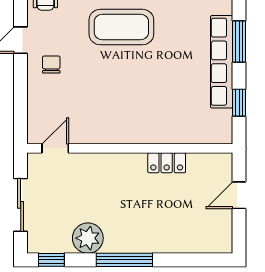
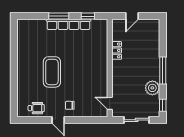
door: (239, 195) -> (132, 16), hinge flipped

